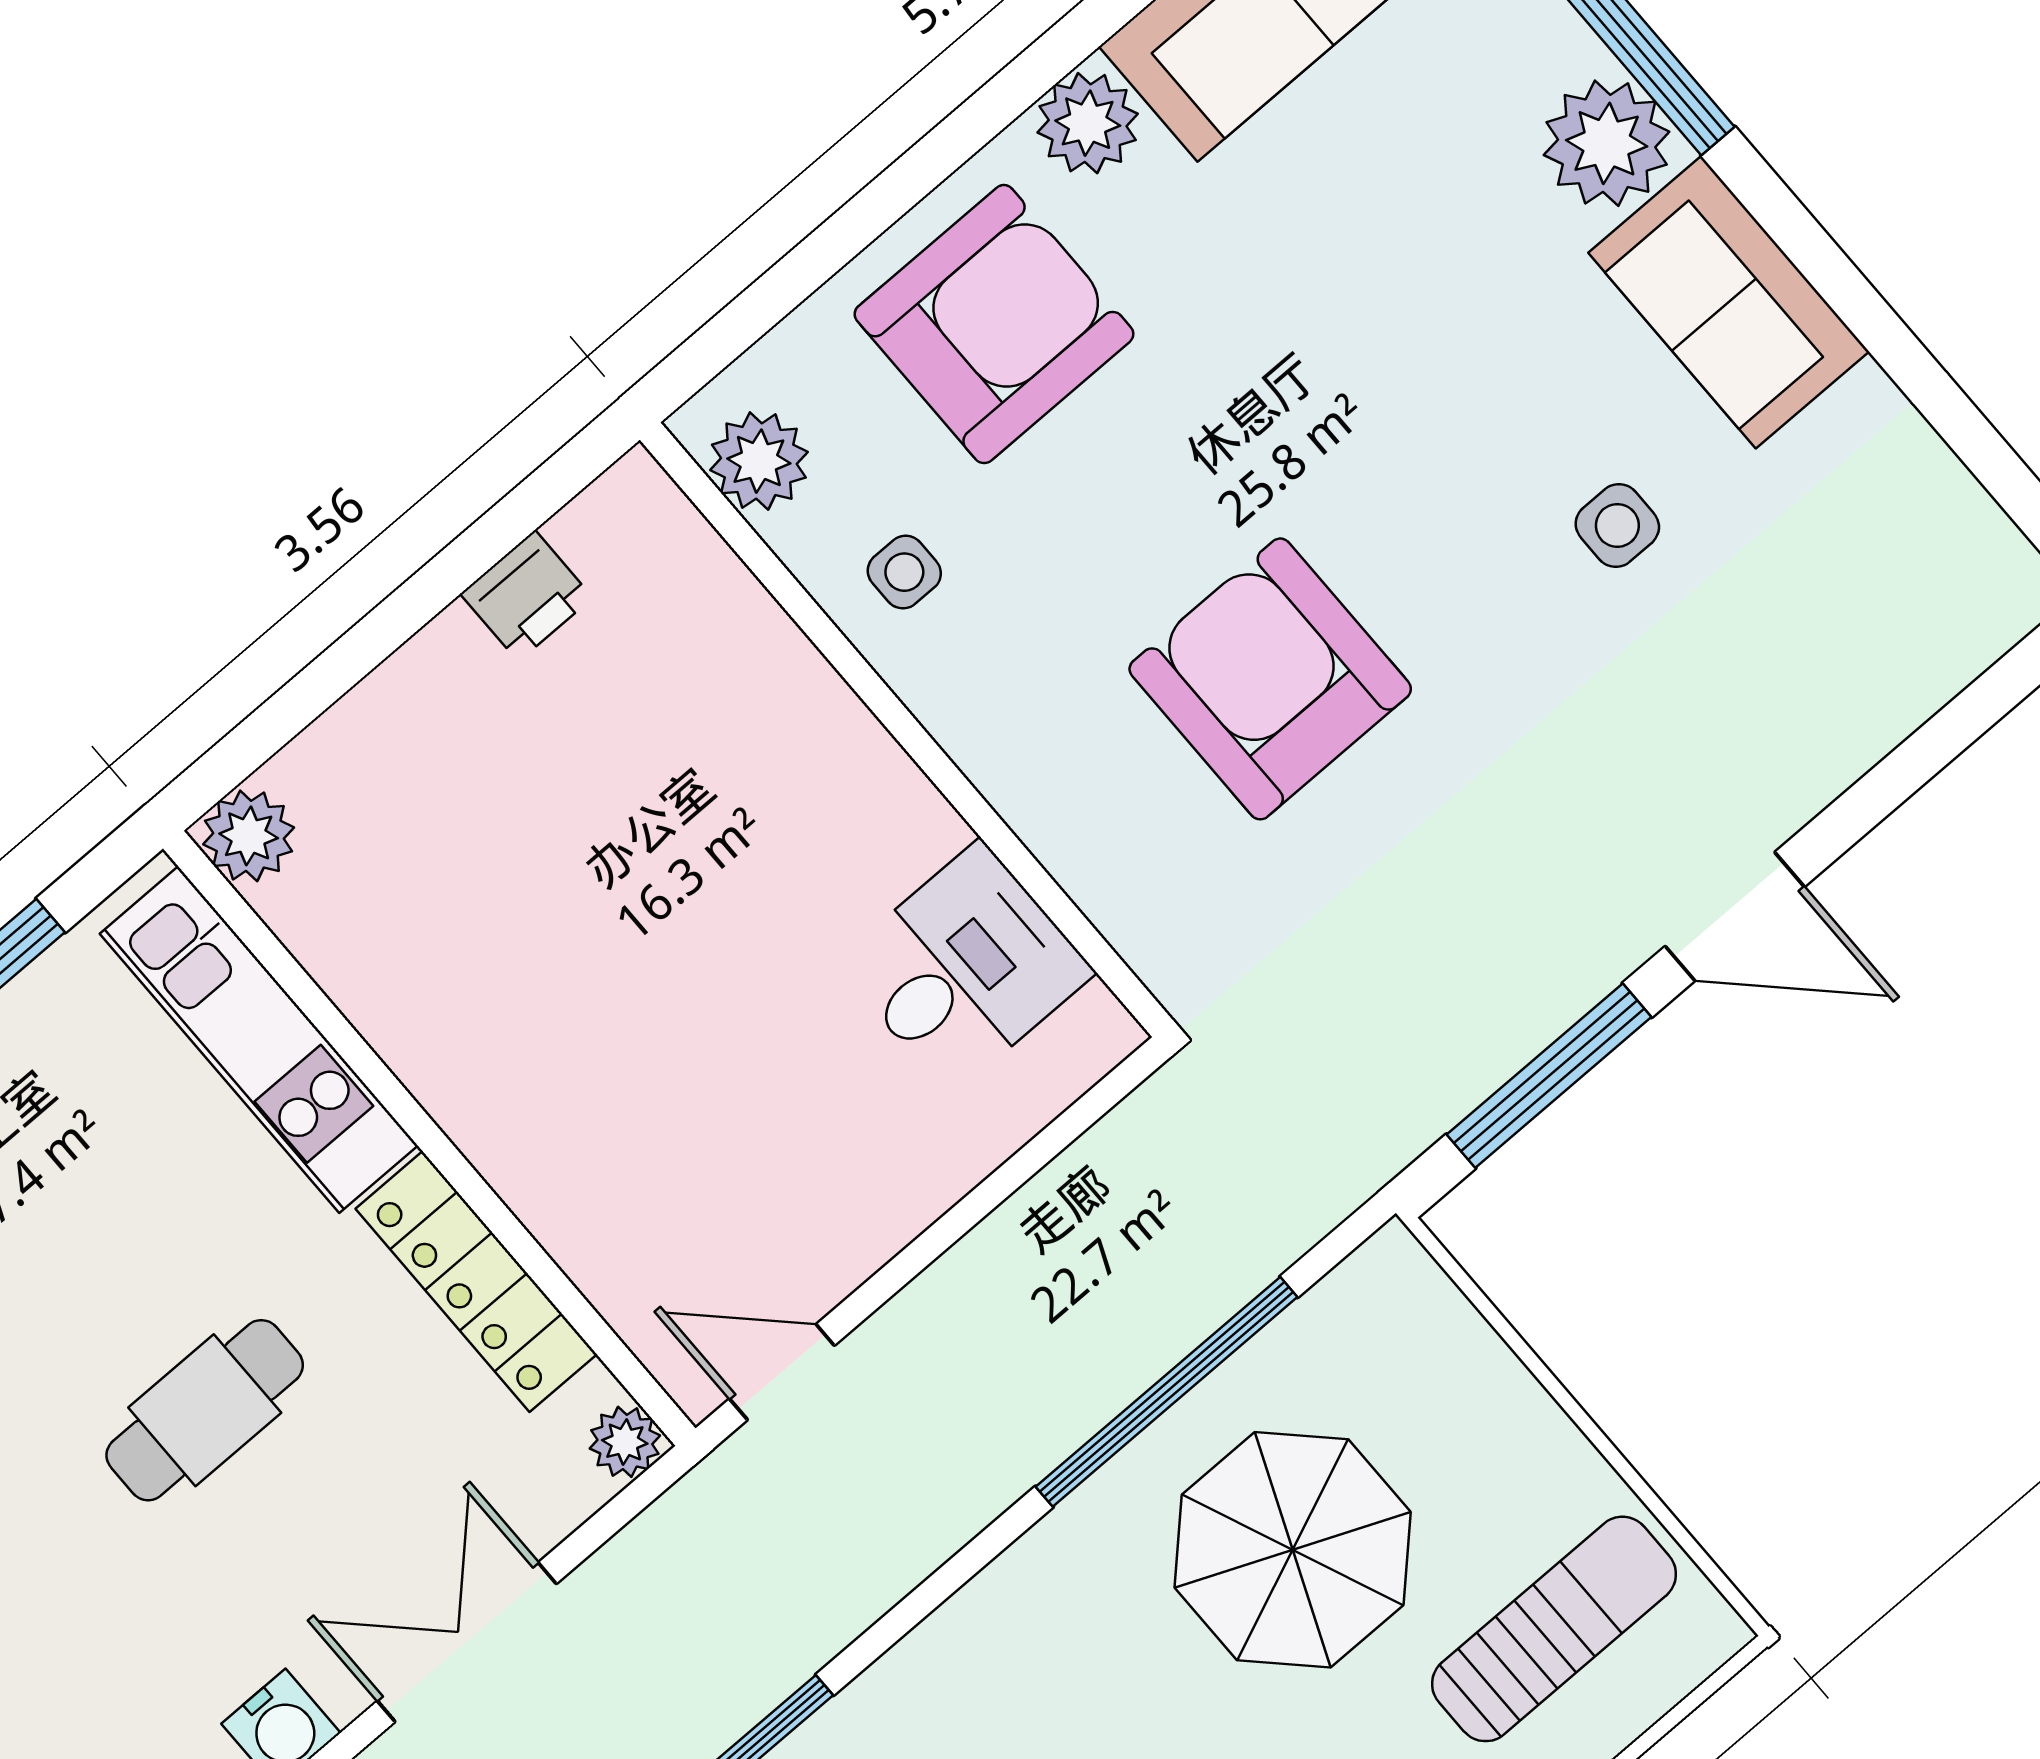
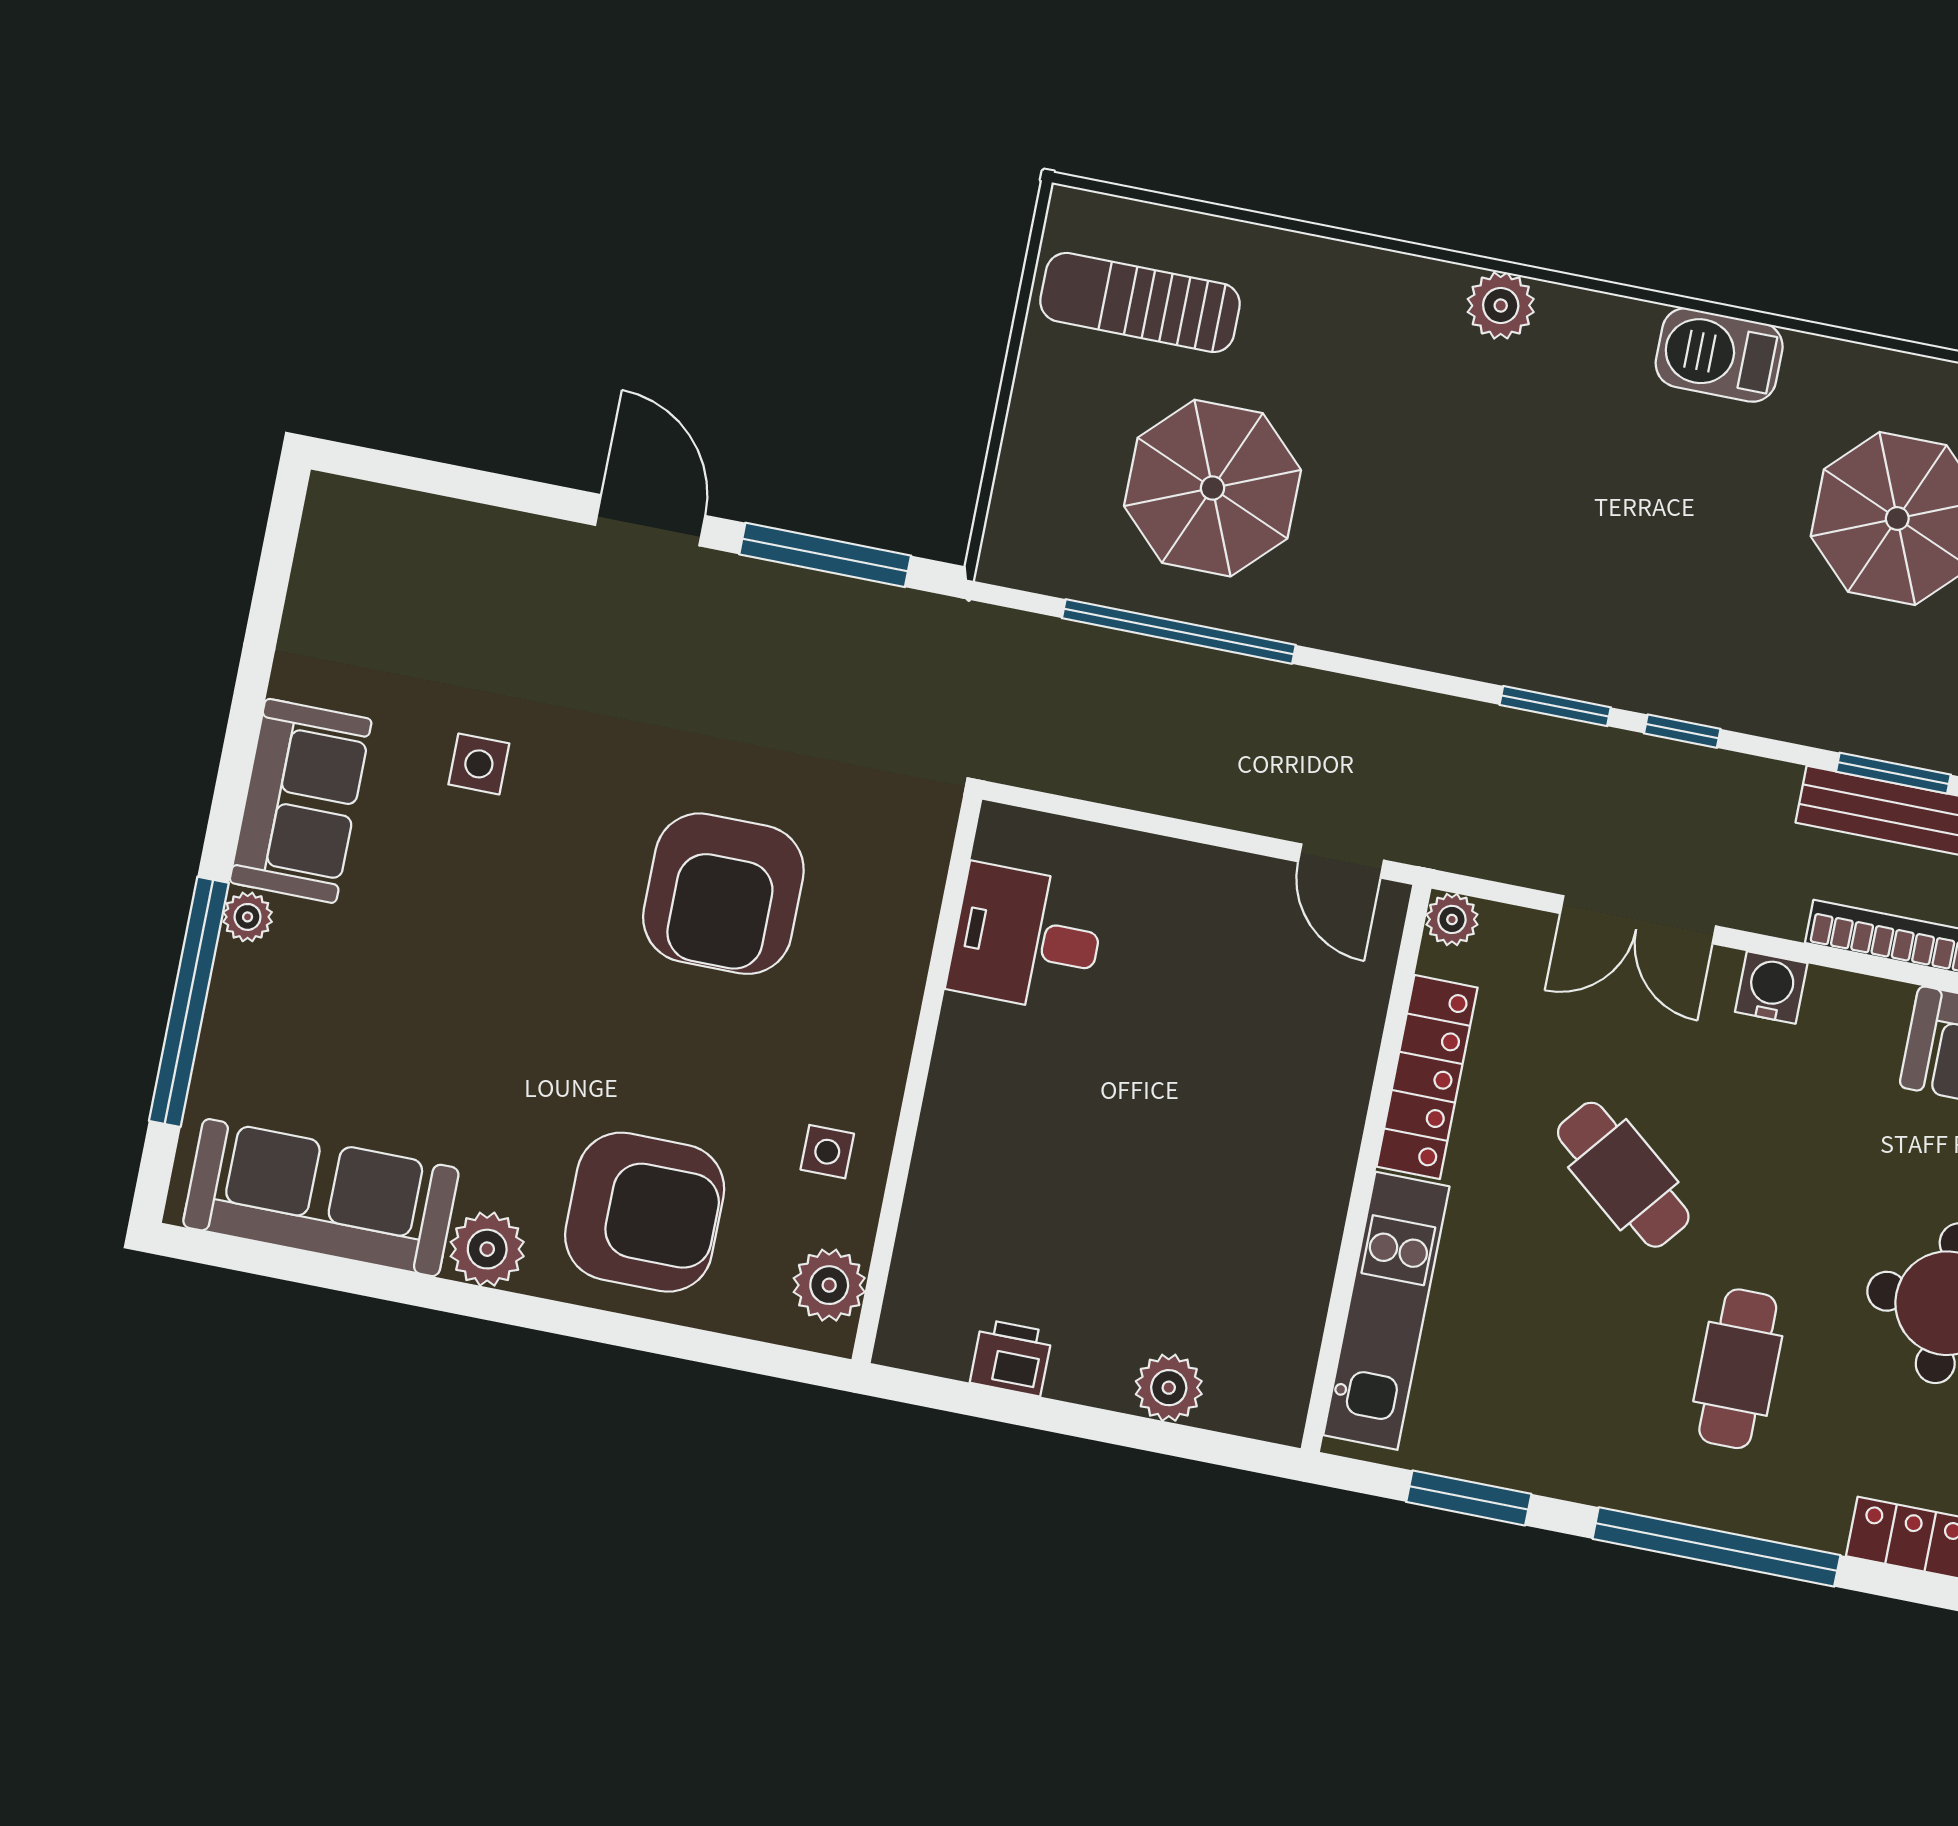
plant: (1607, 143) -> (248, 917), width x0.53, depth x0.53
armchair: (994, 324) -> (645, 1212), turned 180
plant: (249, 836) -> (1169, 1388), moved
cafe table: (205, 1410) -> (1623, 1175), turned 39

